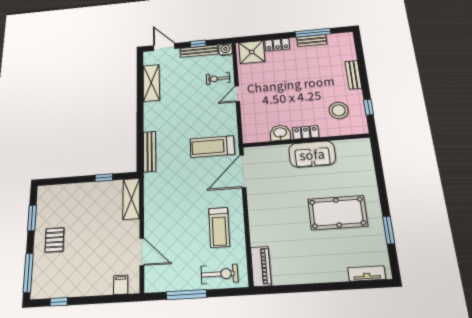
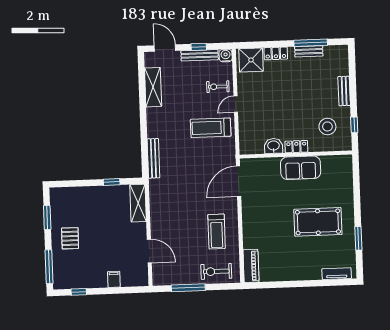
treadmill: (212, 147) -> (211, 128), moved
exercise bike: (220, 274) -> (216, 271), turned 180
filing cabinet: (121, 285) -> (114, 279), moved

